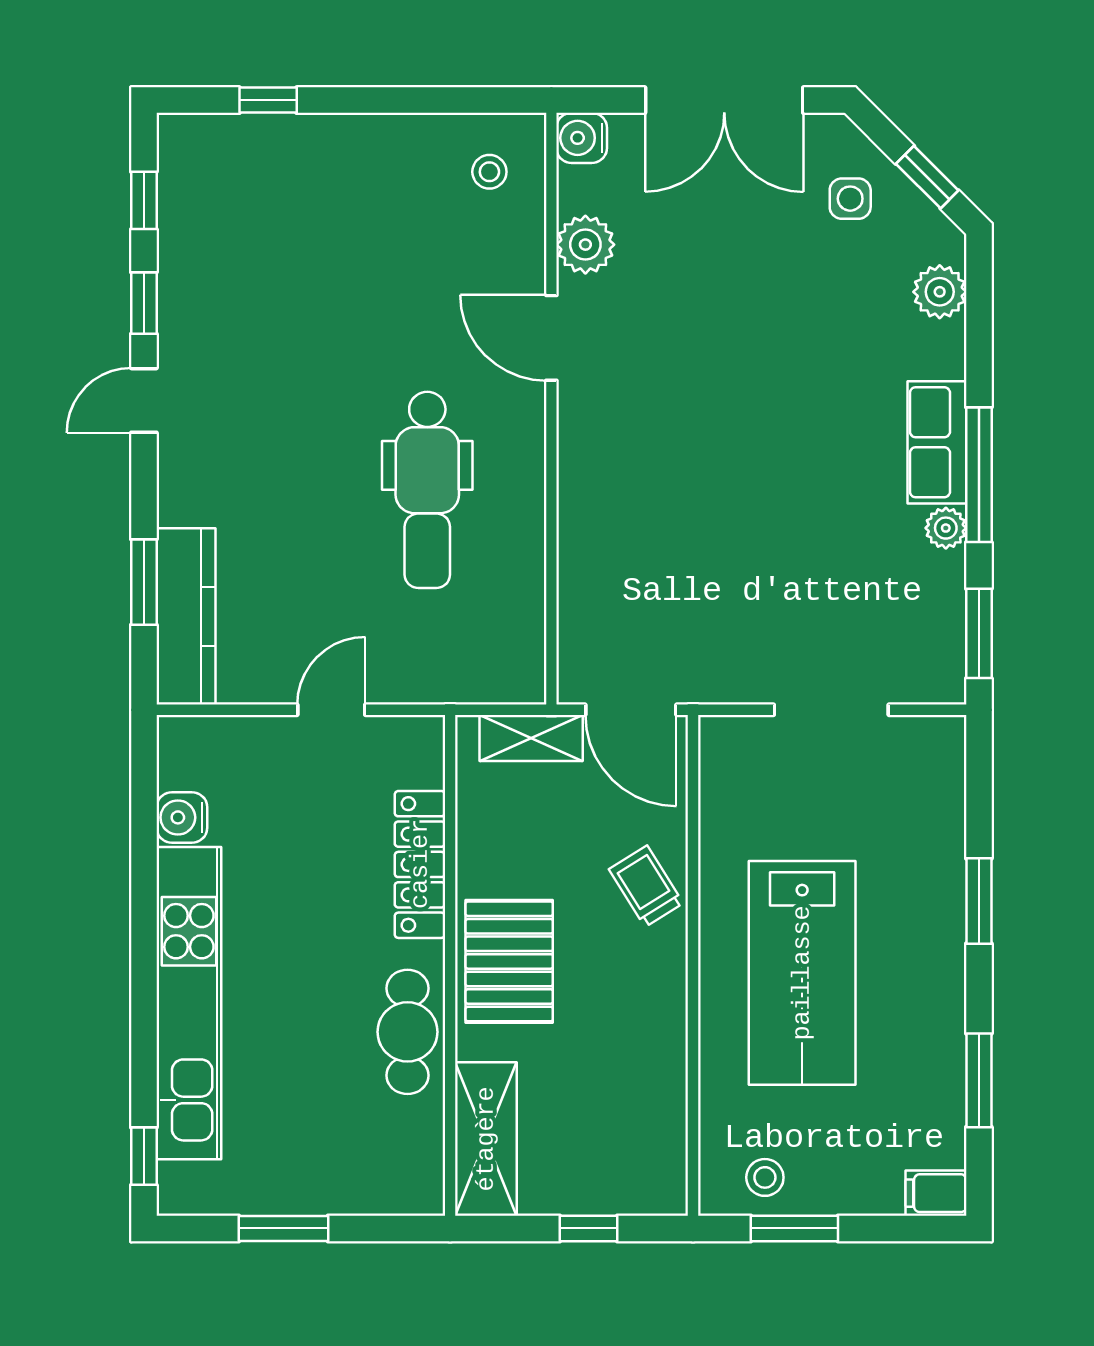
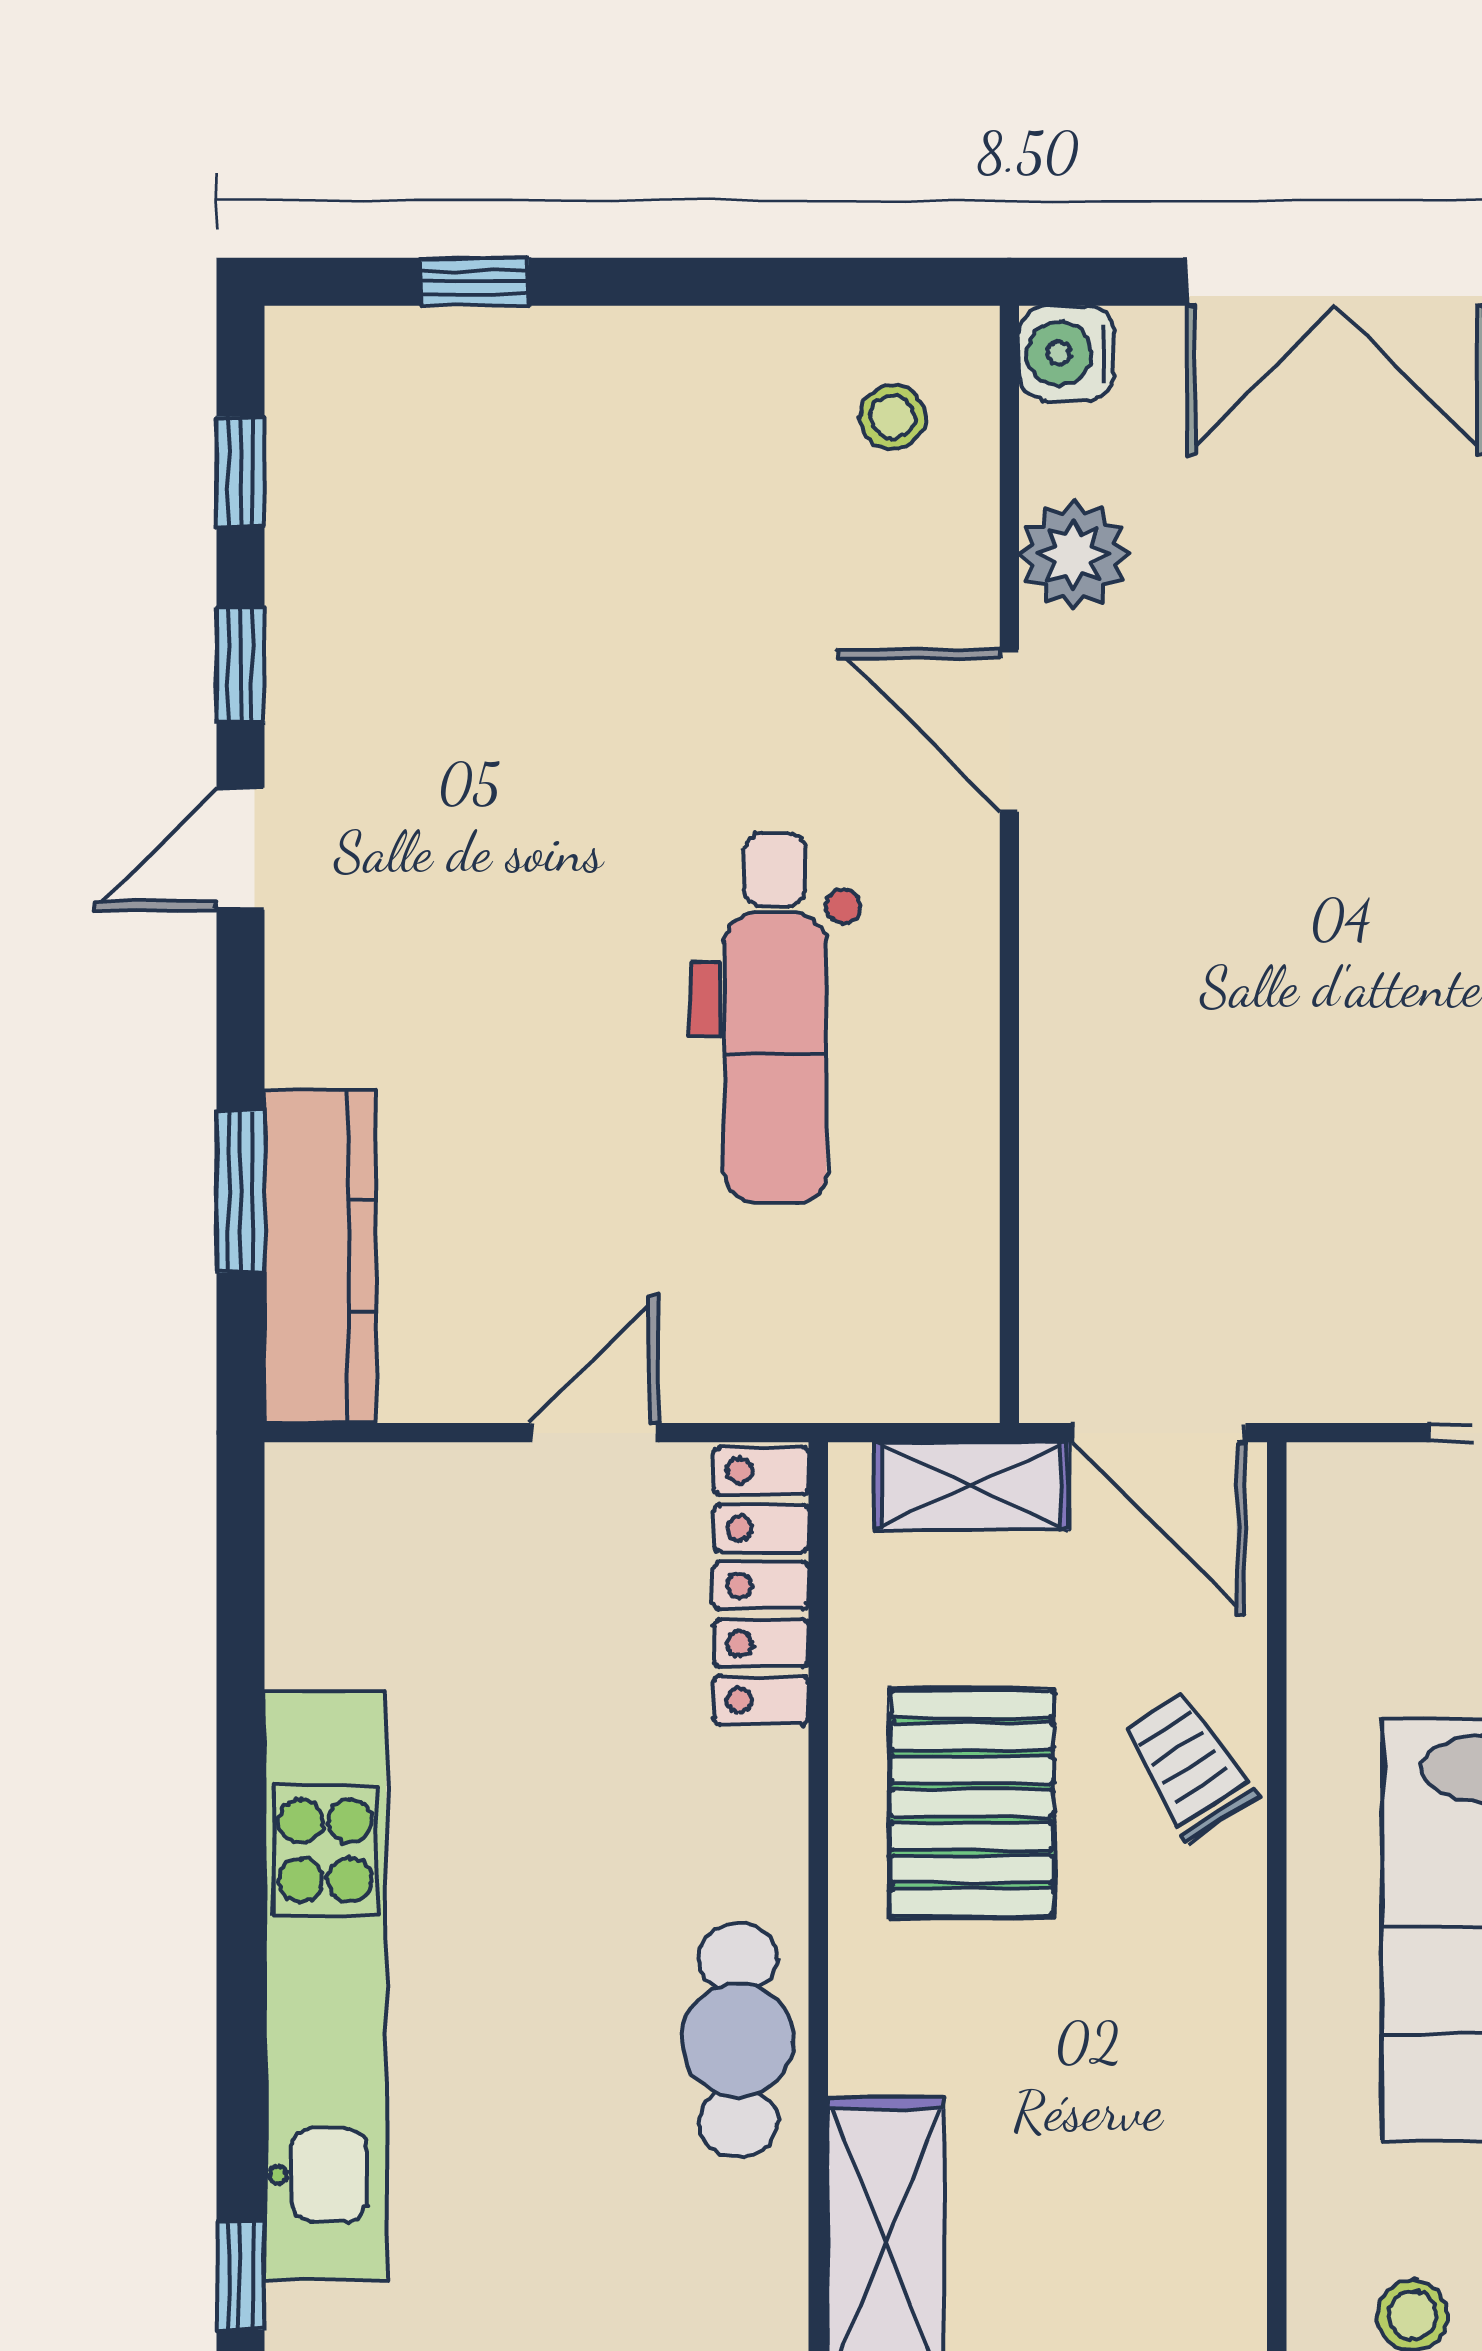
water cooler: (182, 817) -> (312, 1636), removed
locker: (420, 864) -> (761, 1586), moved
pallet: (509, 961) -> (972, 1803), moved

